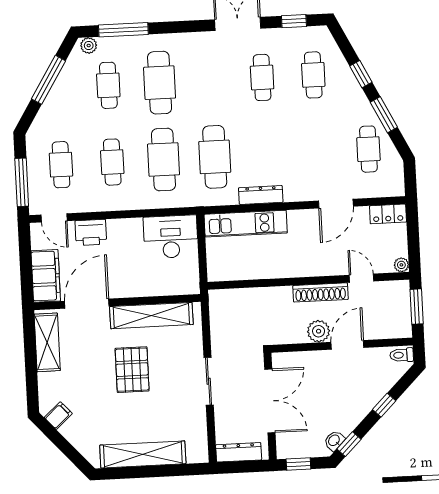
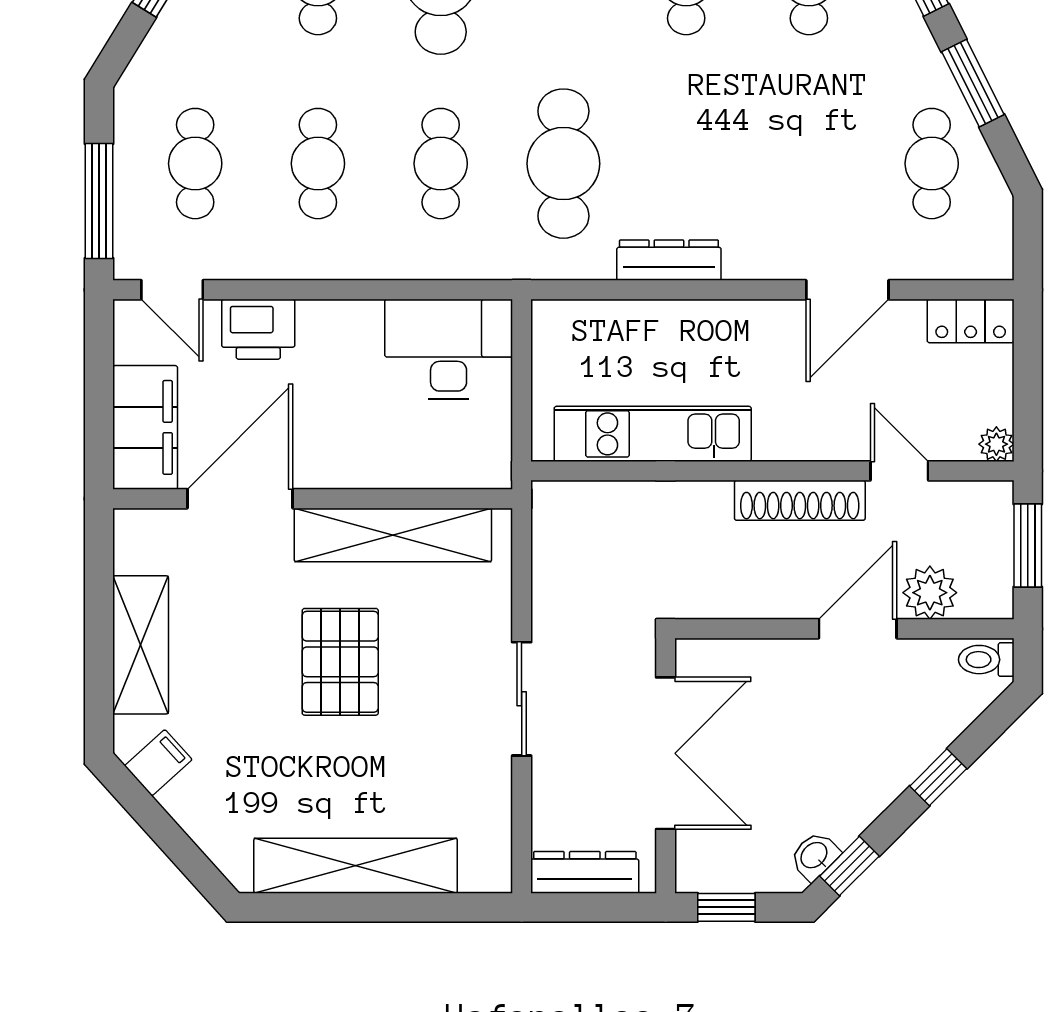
cafe table: (163, 159) -> (441, 164), width x0.73, depth x0.74
kitchen unit: (246, 224) -> (653, 434), moved, turned 180
plant: (319, 331) -> (930, 593), moved
shelving: (47, 342) -> (141, 645), moved

